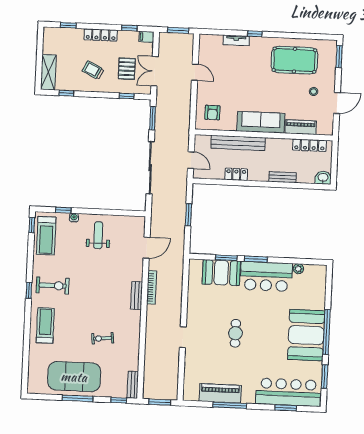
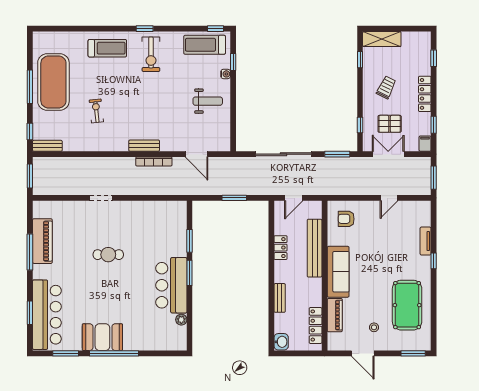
booth: (221, 273) -> (173, 236), removed
booth: (306, 335) -> (102, 337), width x0.73, depth x0.70

